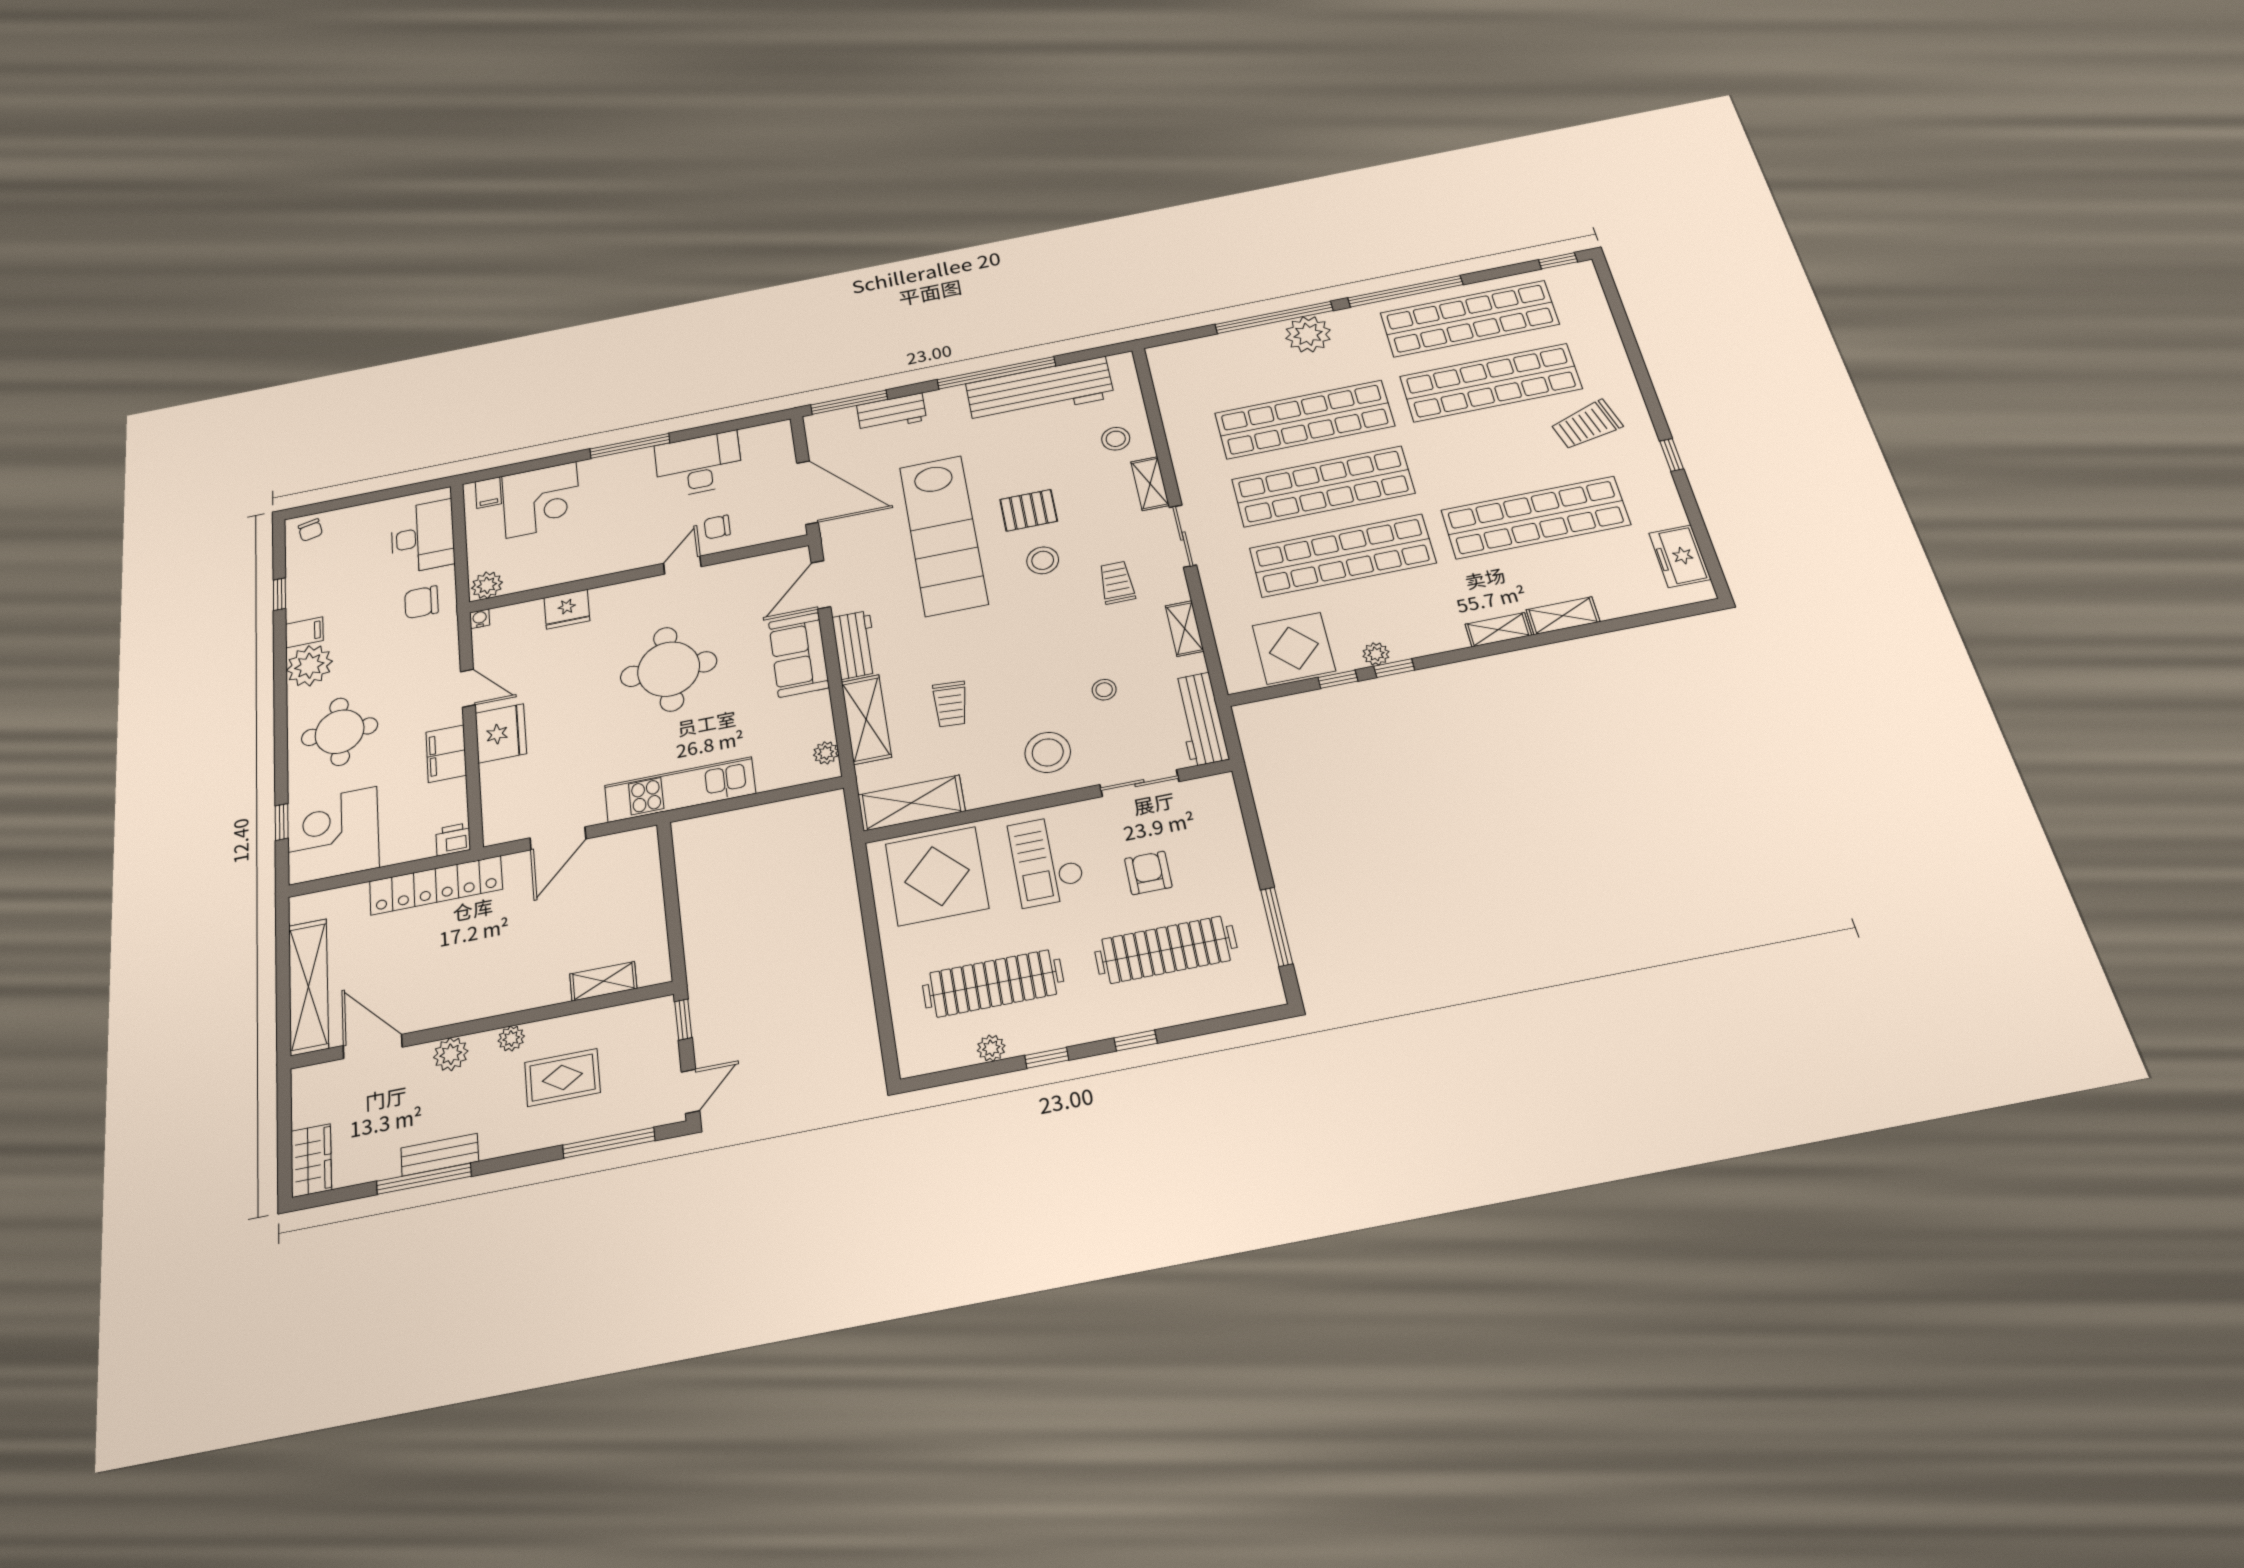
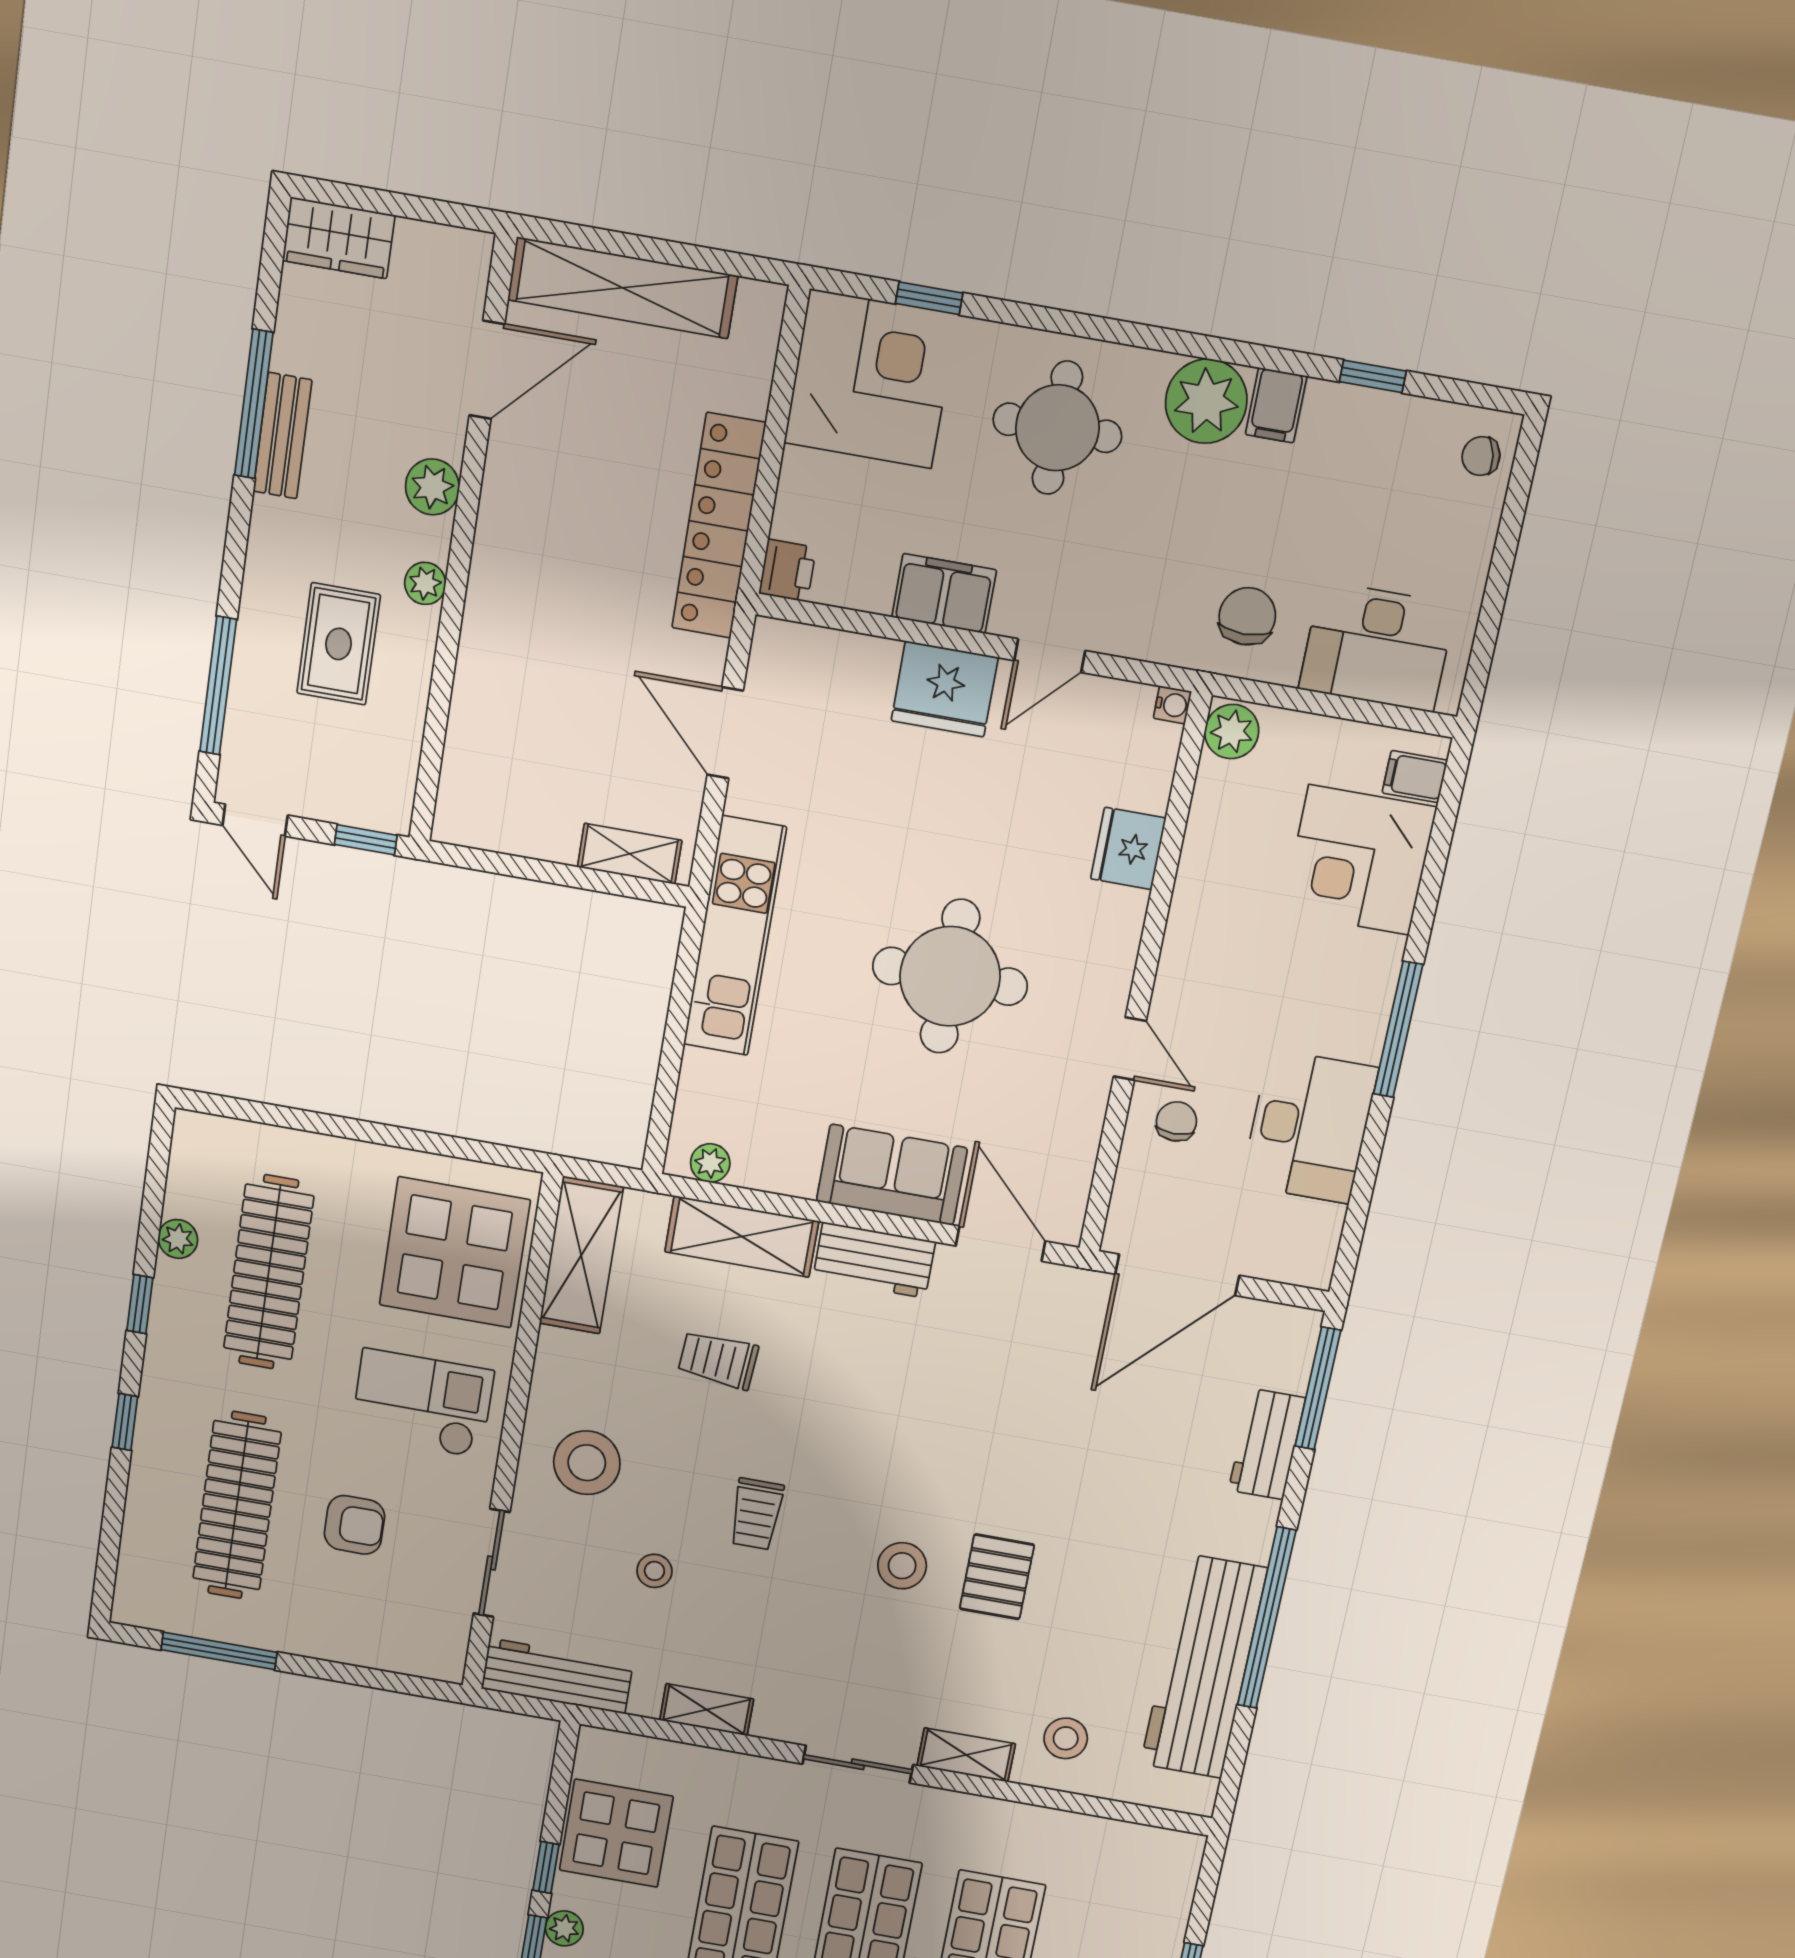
lab bench: (943, 535) -> (1009, 1445), removed
trolley: (1117, 583) -> (756, 1514), moved, turned 90
shelving: (603, 981) -> (630, 854), moved, turned 90

